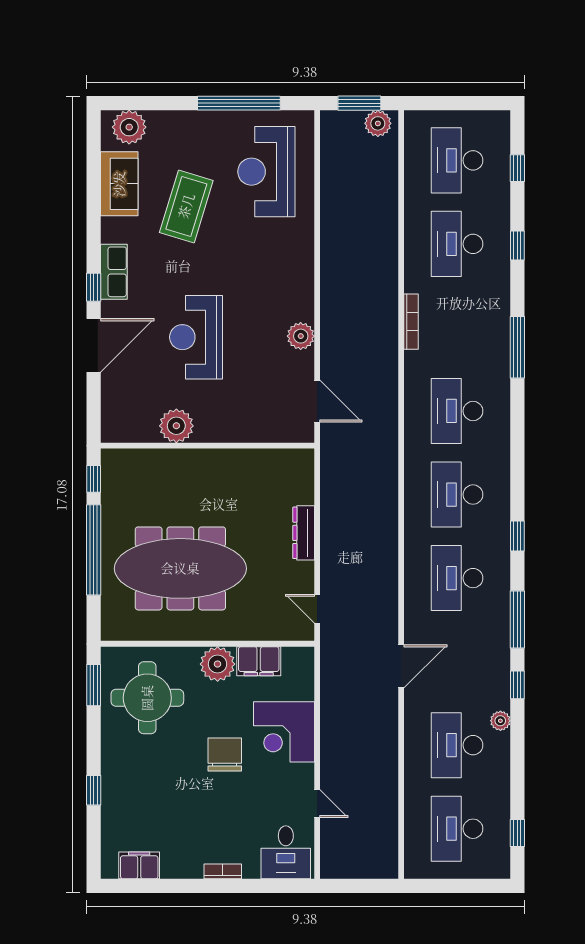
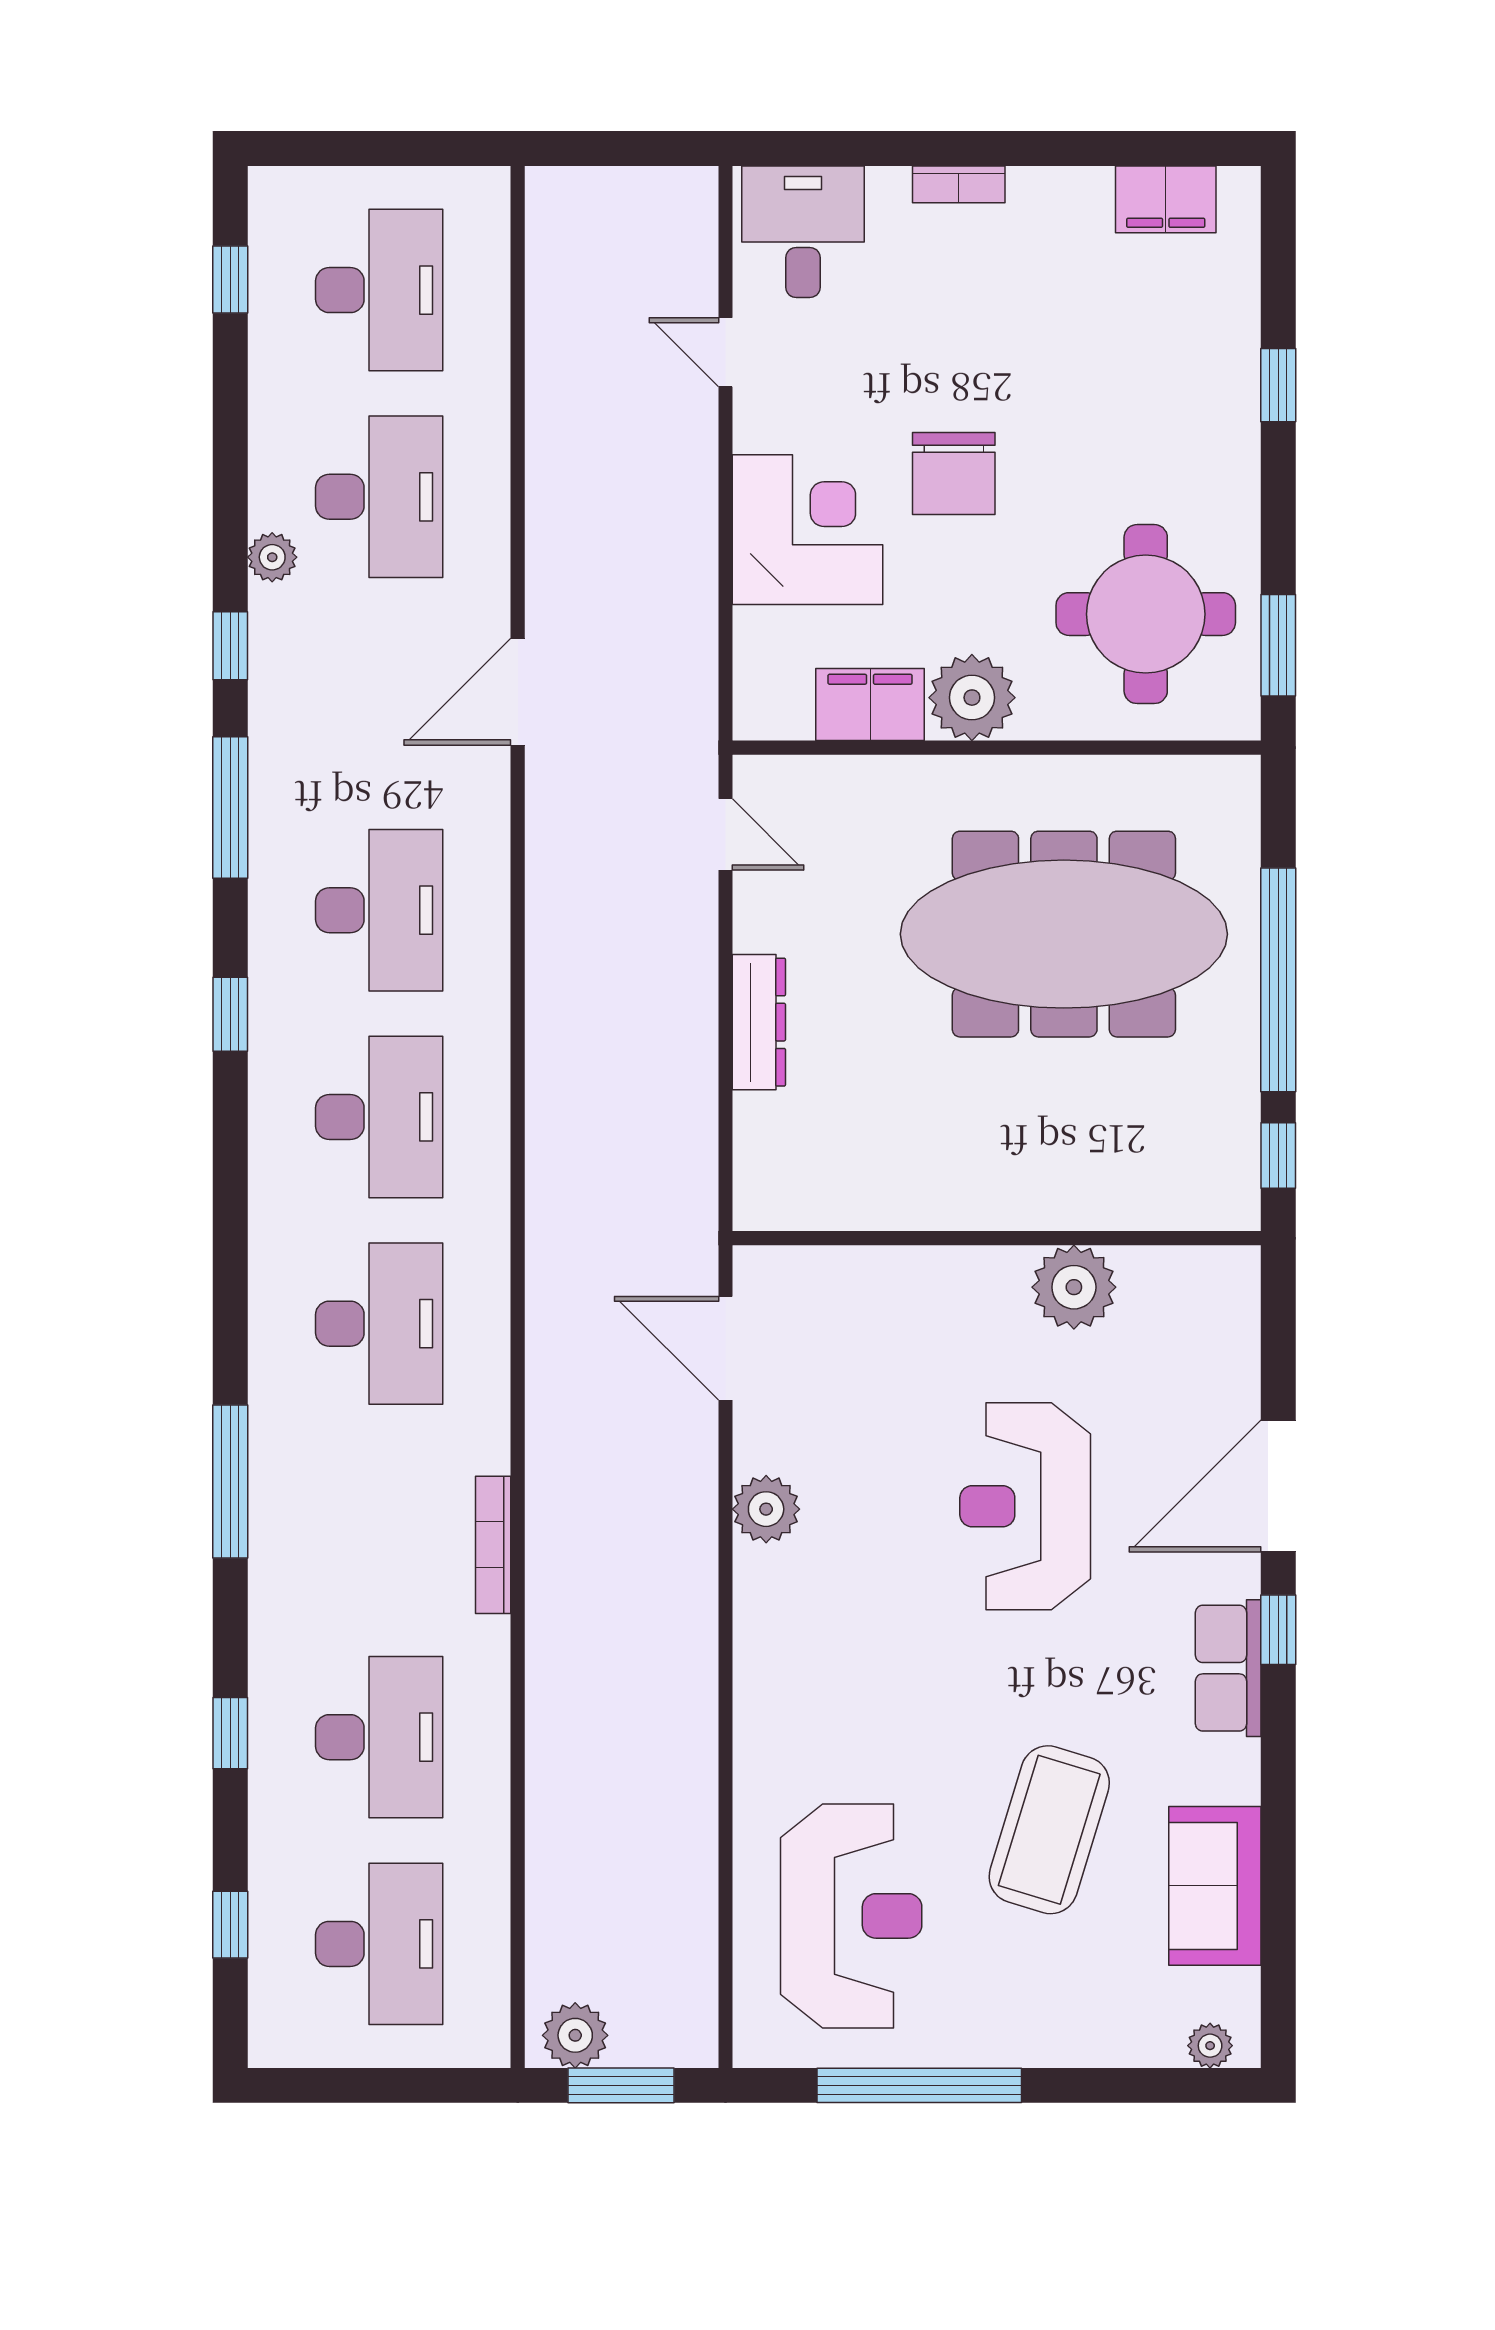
plant: (129, 127) -> (1210, 2046), width x0.53, depth x0.53
reception desk: (196, 337) -> (1025, 1506), turned 180

